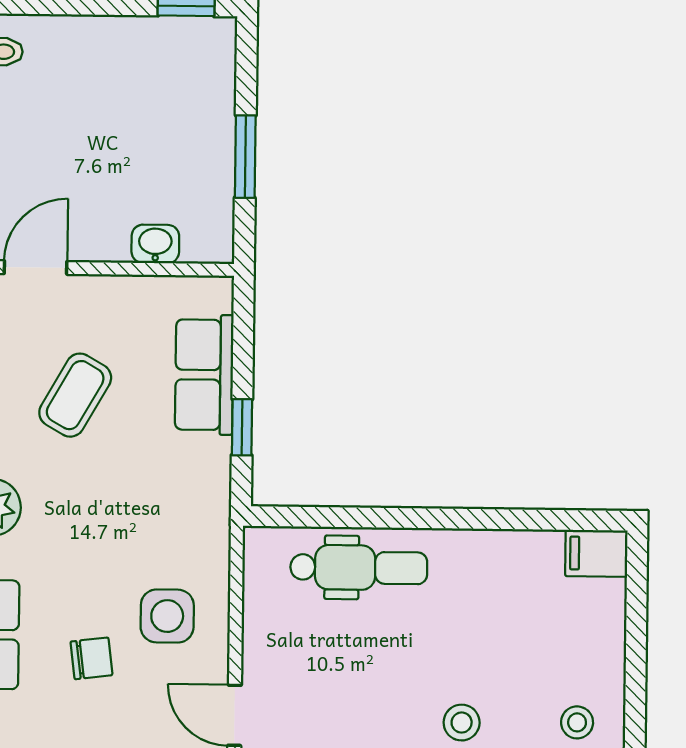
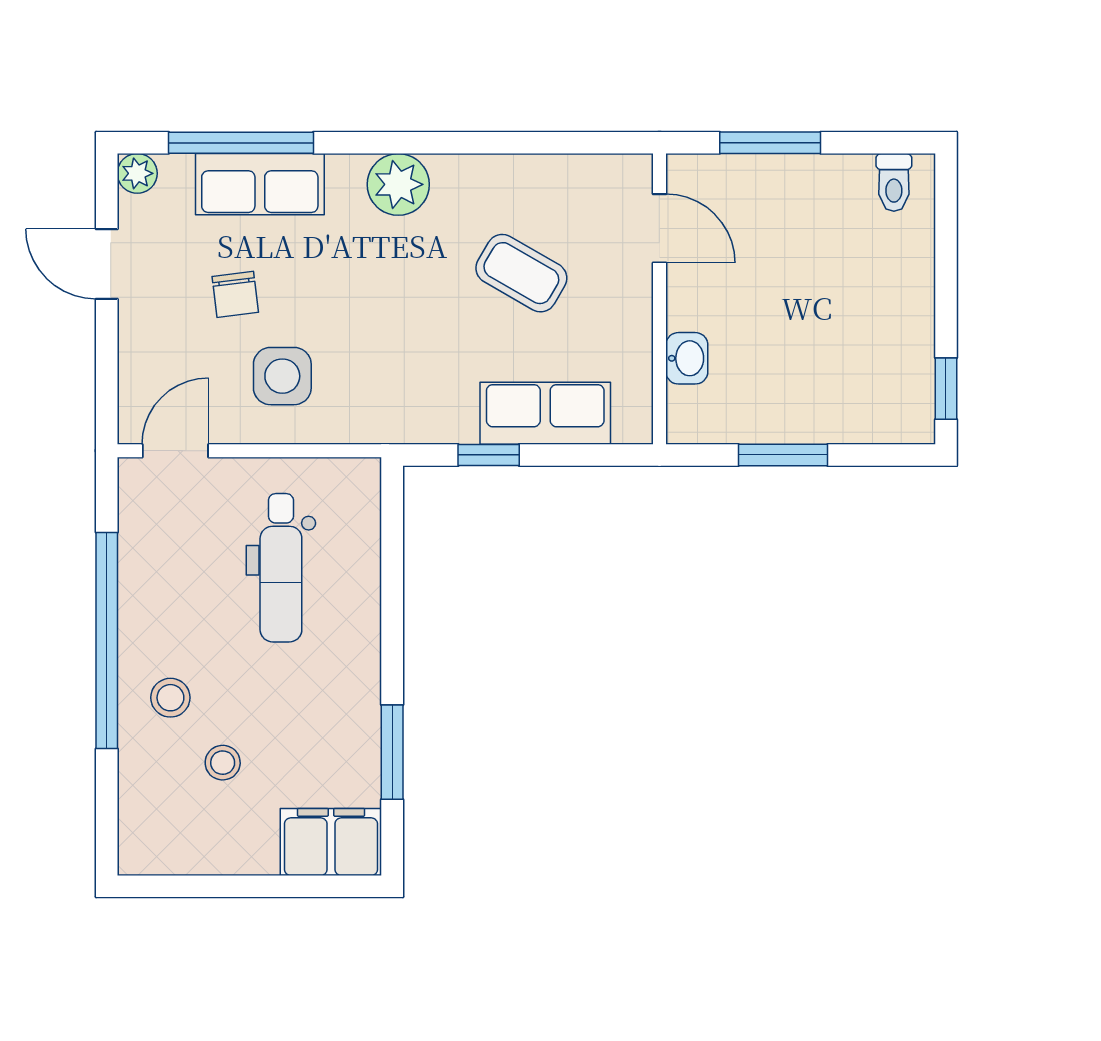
window: (514, 519) -> (392, 752), added
filing cabinet: (596, 553) -> (331, 842), width x2.00
dental chair: (359, 568) -> (281, 568), moved
stool: (577, 722) -> (223, 763), moved

